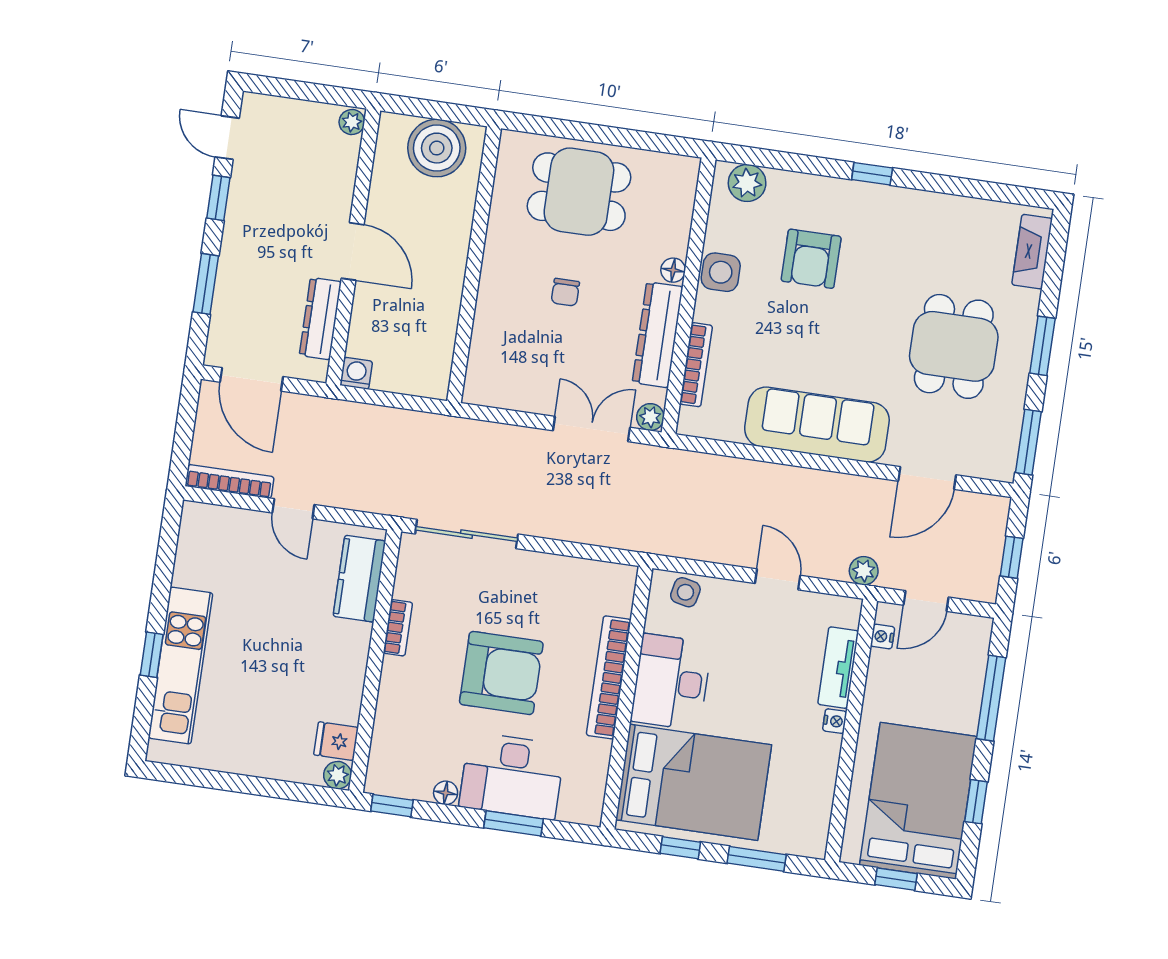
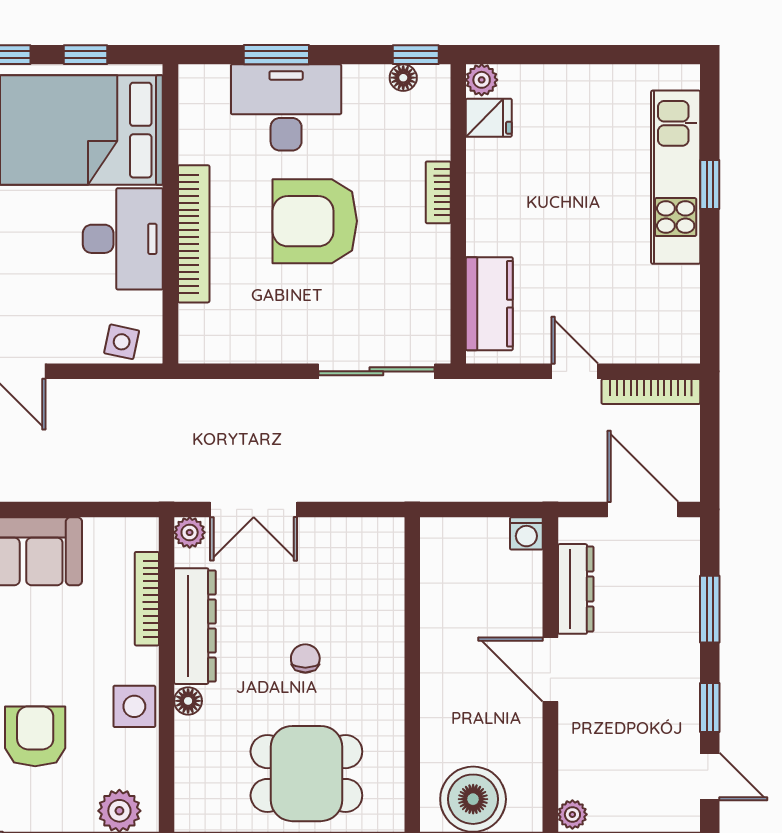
bookcase: (398, 628) -> (438, 192), moved
floor lamp: (446, 793) -> (403, 78), moved

